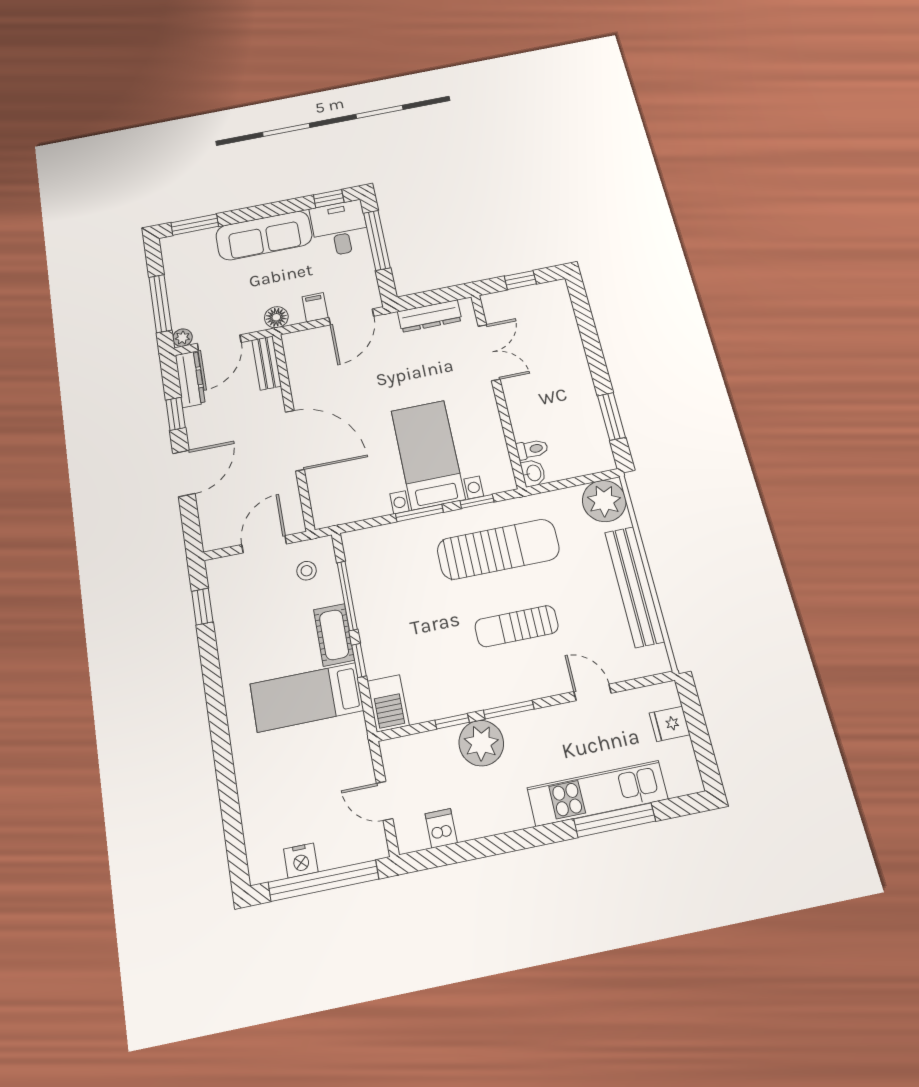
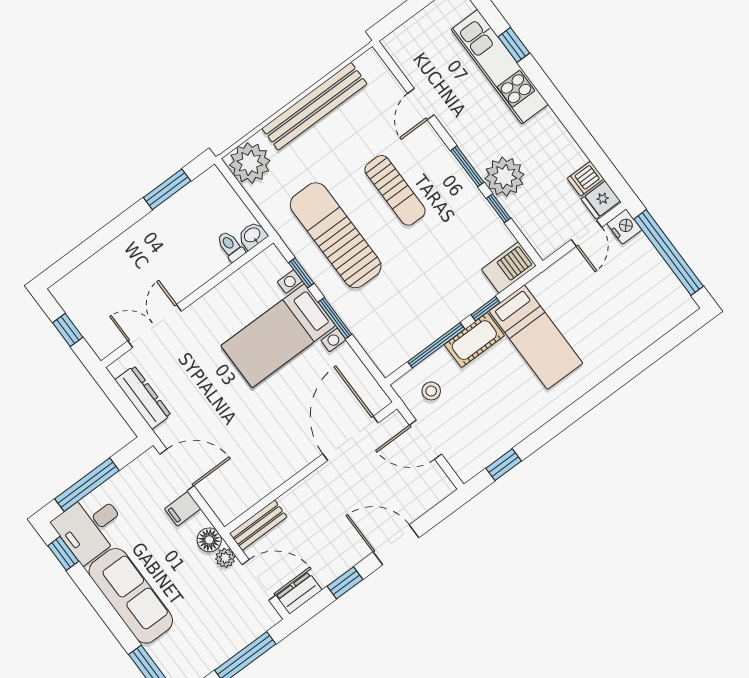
plant: (183, 338) -> (225, 558), moved
dresser: (190, 379) -> (299, 593), width x0.70
door: (295, 441) -> (350, 438), moved
fridge: (670, 724) -> (601, 200), moved, turned 90
window: (615, 820) -> (514, 45), width x0.46
nightstand: (301, 860) -> (624, 227), moved

